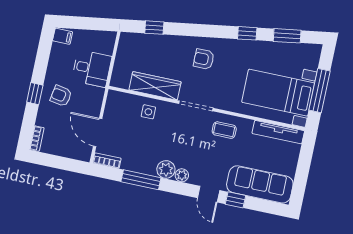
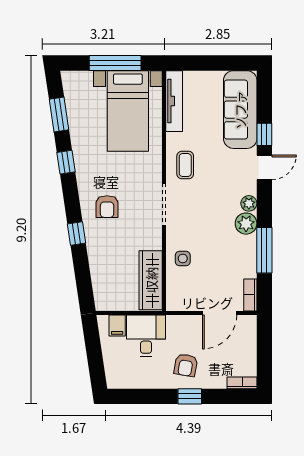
window: (154, 28) -> (77, 233), moved
filing cabinet: (63, 36) -> (117, 325), moved, turned 180
wardrobe: (155, 86) -> (151, 280), moved

